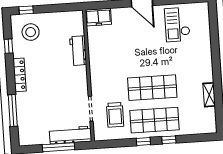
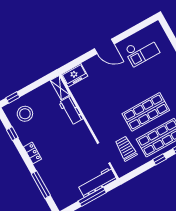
shelving: (78, 23) -> (60, 88), added
checkout: (177, 25) -> (142, 51), turned -90
locker: (20, 75) -> (32, 153), width x0.66
trolley: (115, 115) -> (126, 149), turned 180

